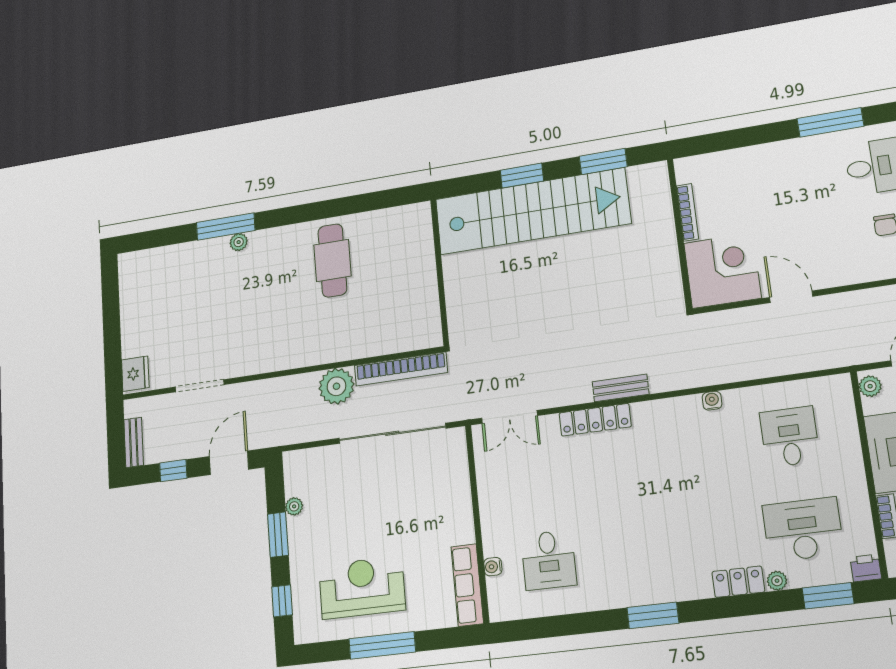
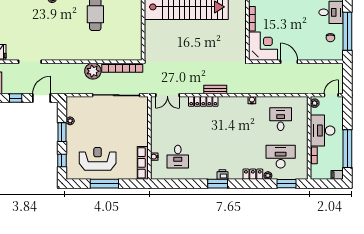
printer: (866, 568) -> (222, 175), moved

